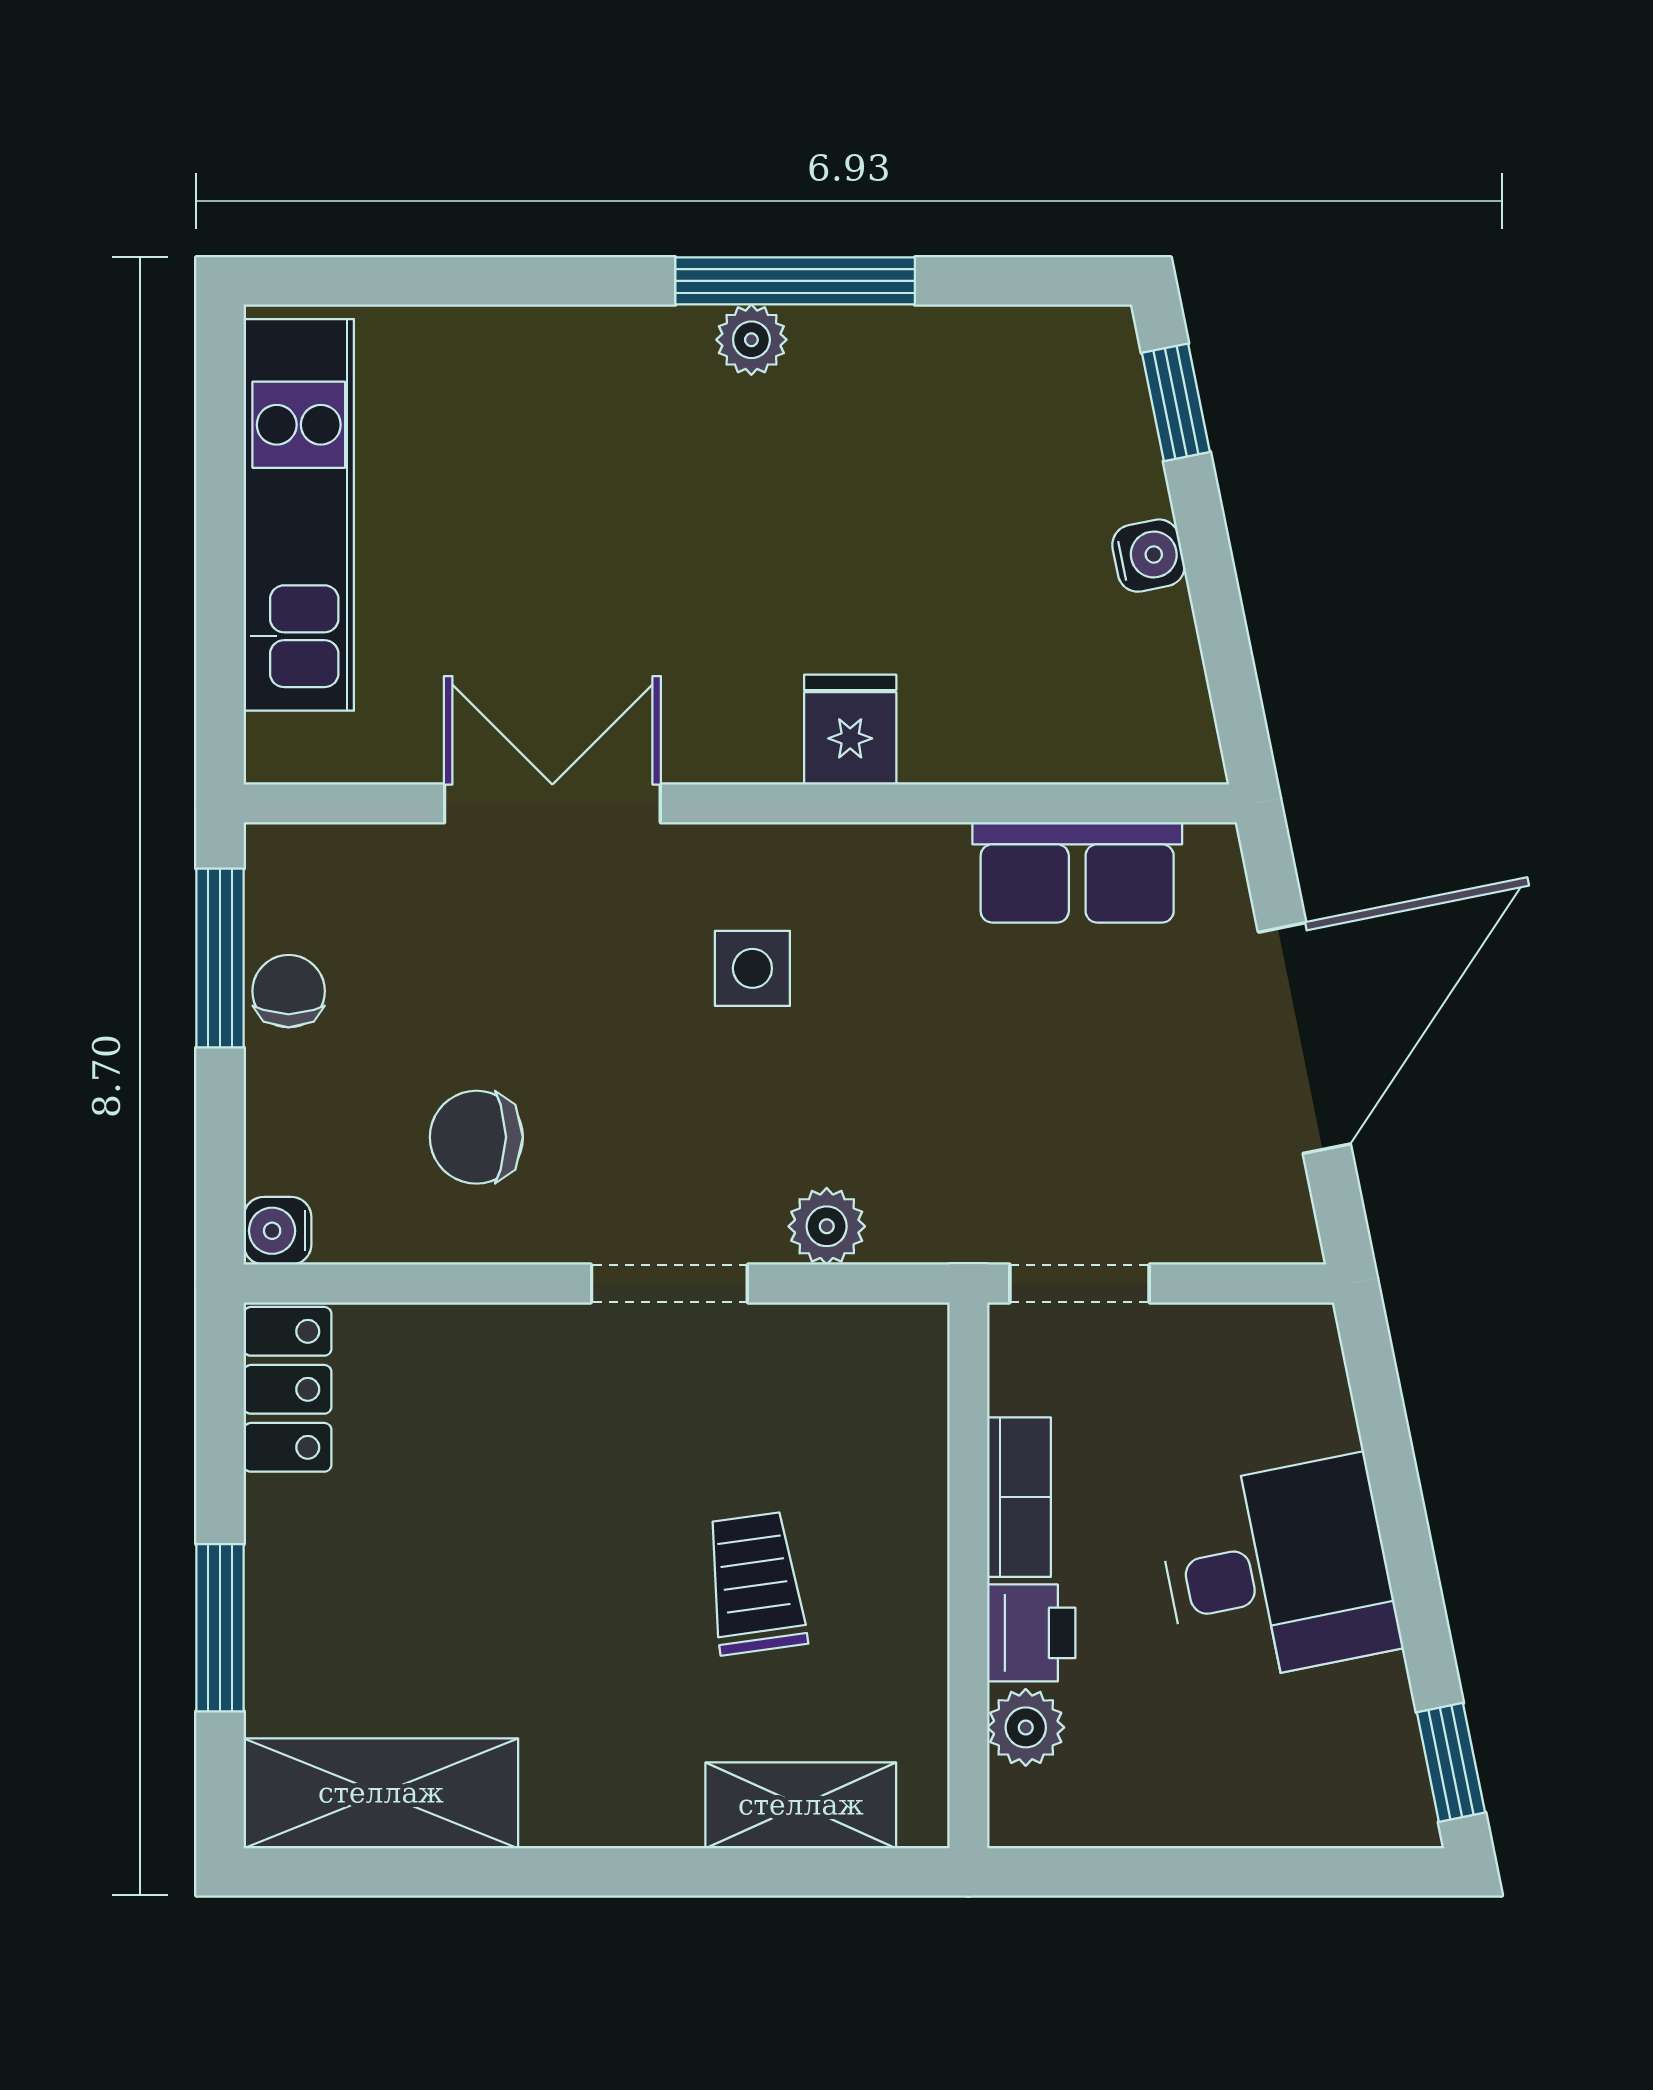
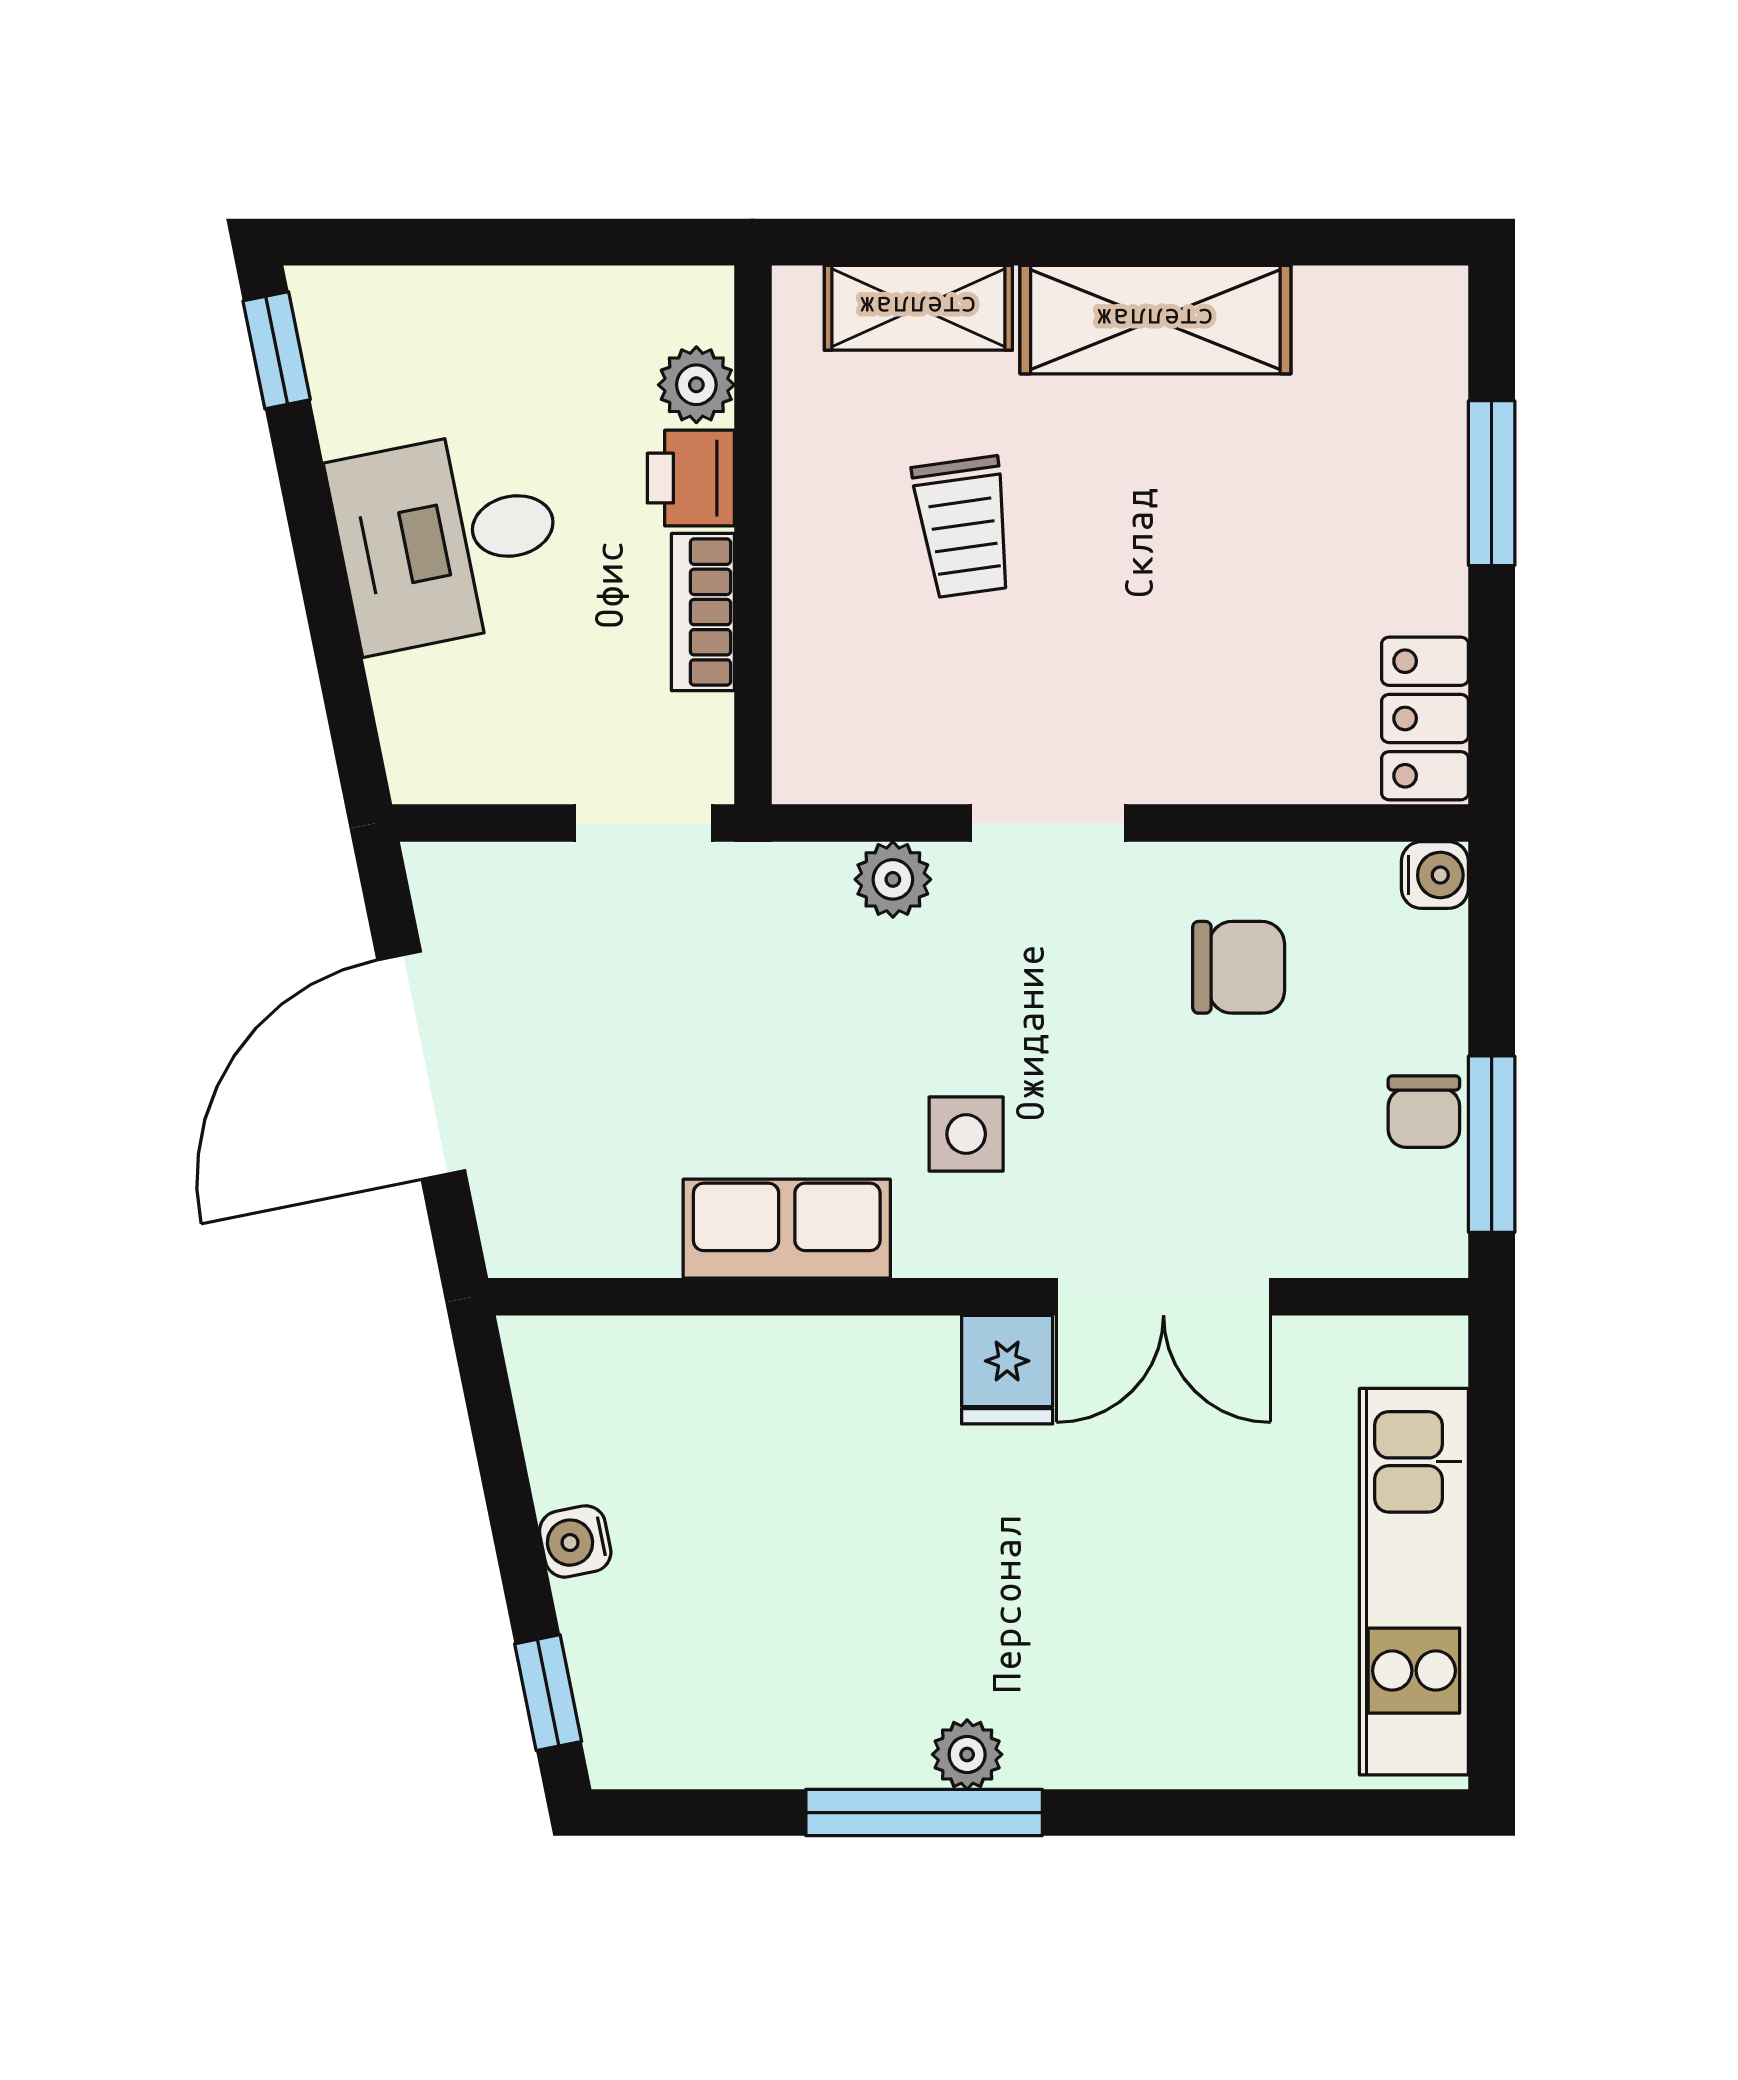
fridge: (850, 730) -> (1007, 1370), moved
row of seats: (1077, 872) -> (787, 1229), moved
shelving: (381, 1793) -> (1155, 320), moved

